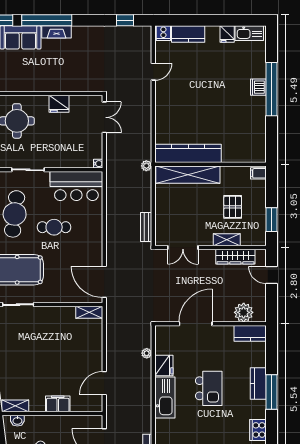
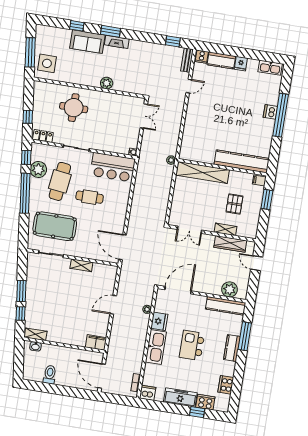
window: (47, 20) -> (110, 31), width x0.47
fridge: (227, 34) -> (241, 64), moved
plant: (52, 84) -> (107, 83), added
fridge: (59, 104) -> (109, 99), removed
kitchen counter: (188, 153) -> (242, 161), moved
window: (272, 220) -> (267, 199), moved
bench: (146, 227) -> (187, 60), moved
shelving: (89, 312) -> (81, 265), moved
door: (196, 324) -> (178, 290), moved
kitchen counter: (250, 333) -> (226, 306), width x1.50
door: (104, 383) -> (113, 305), moved
kitchen island: (209, 388) -> (192, 345), turned 180
window: (272, 392) -> (245, 336), moved
filing cabinet: (58, 404) -> (96, 342), moved

